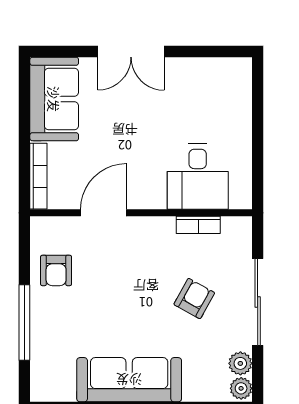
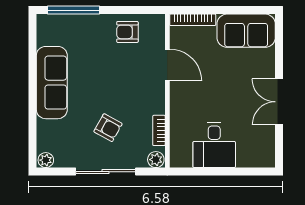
double door: (131, 52) -> (279, 102), moved
desk: (198, 177) -> (214, 145), moved, turned -90
window: (24, 322) -> (74, 10), moved
plant: (240, 363) -> (156, 160), moved

